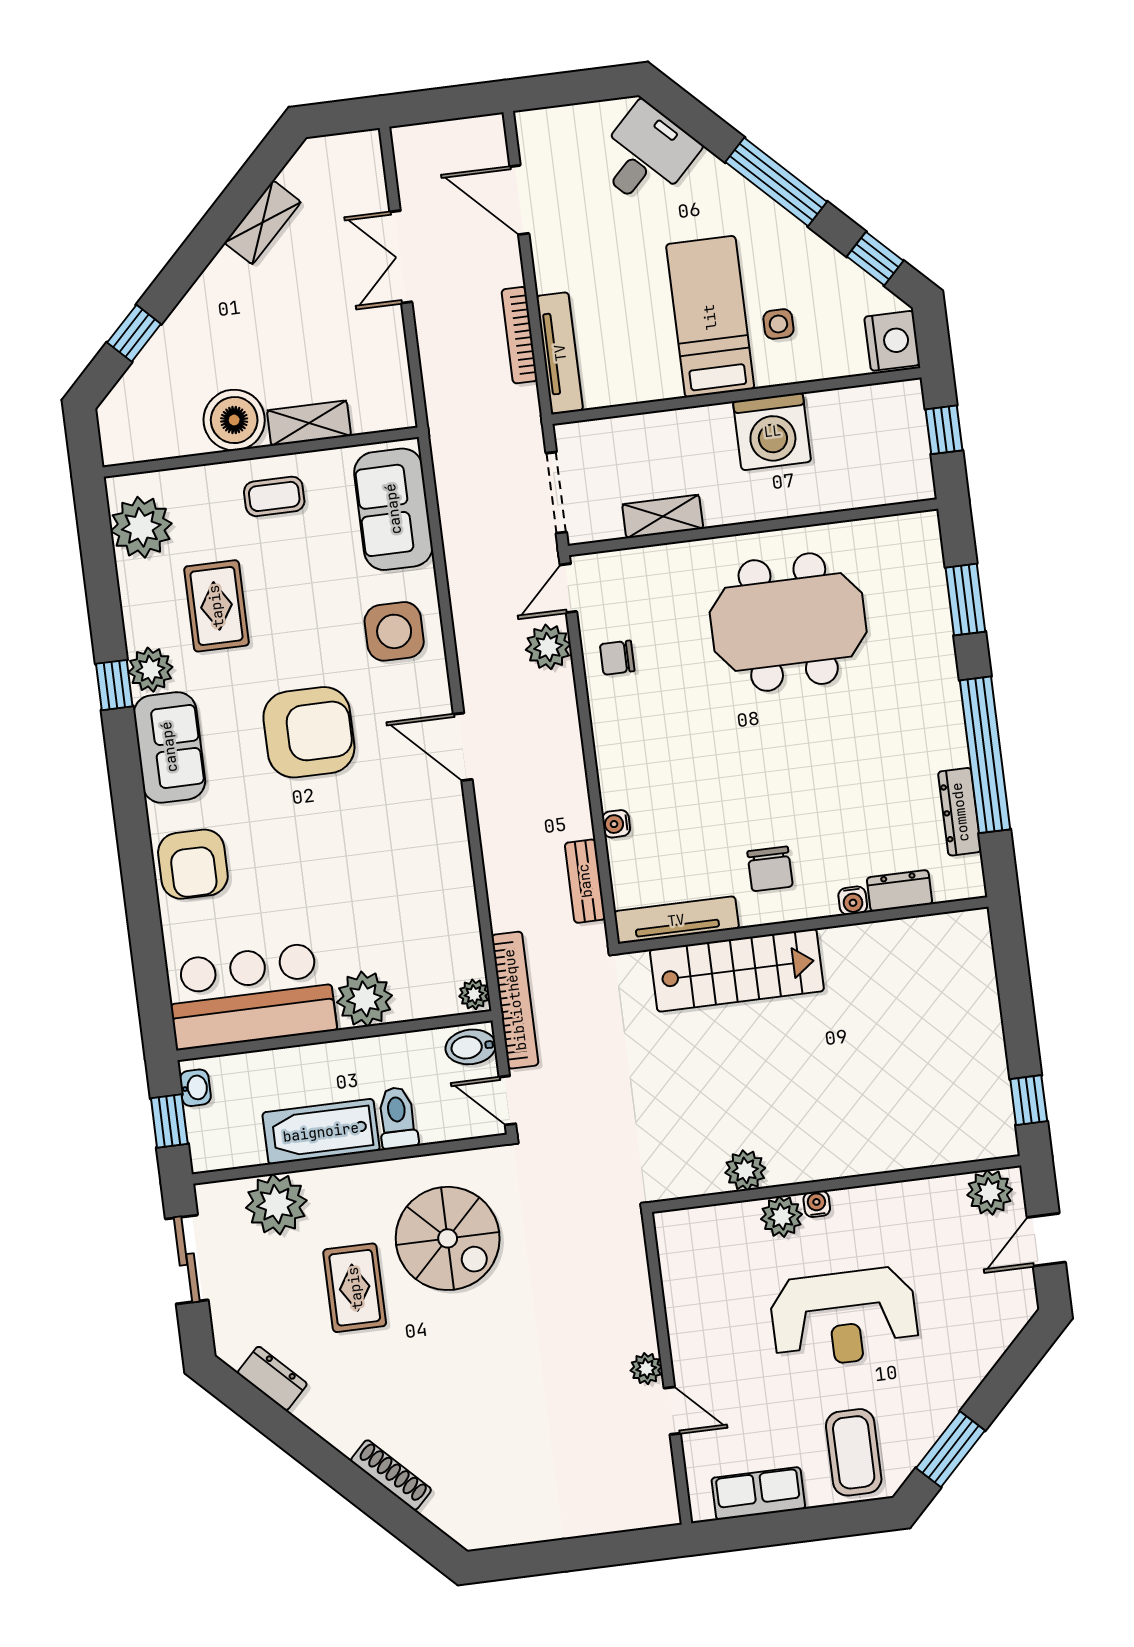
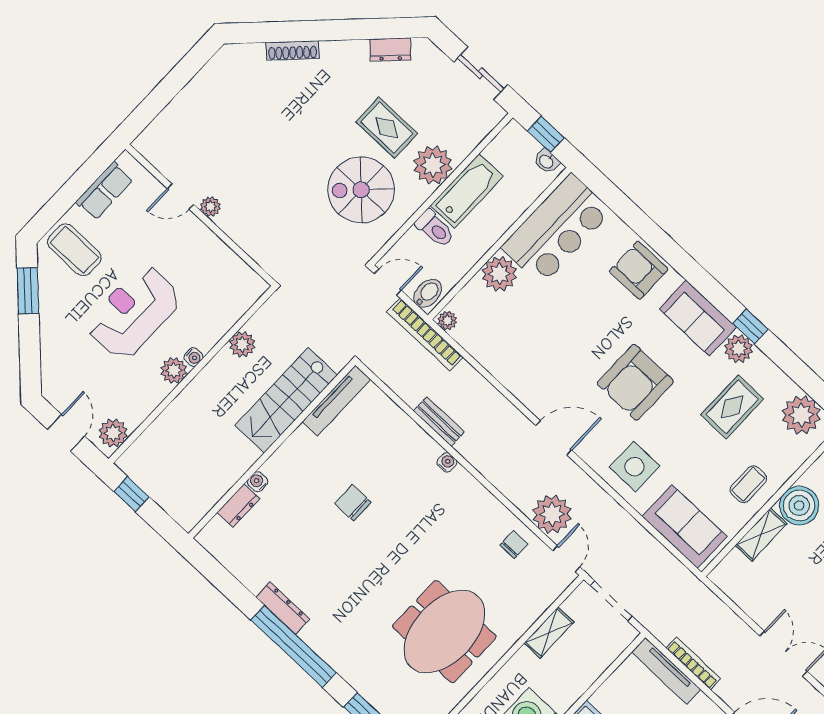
rug: (216, 606) -> (732, 407), turned 90
plant: (548, 647) -> (552, 514), width x1.36, depth x1.36
dresser: (900, 891) -> (239, 506), moved
water cooler: (853, 901) -> (258, 482), moved
tv unit: (676, 920) -> (336, 400), moved
wall: (803, 925) -> (272, 449), moved
stairs: (737, 970) -> (286, 400), moved
plant: (276, 1204) -> (433, 165), moved
plant: (782, 1217) -> (174, 370), moved

